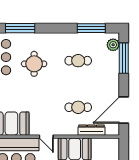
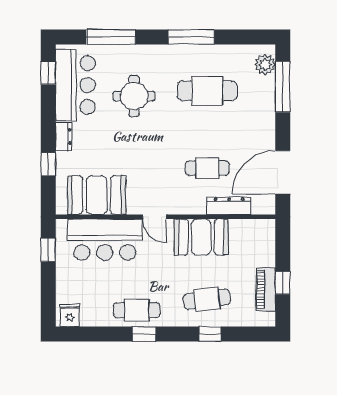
window: (91, 28) -> (191, 37), moved
cafe table: (78, 61) -> (207, 91), width x1.37, depth x1.35

